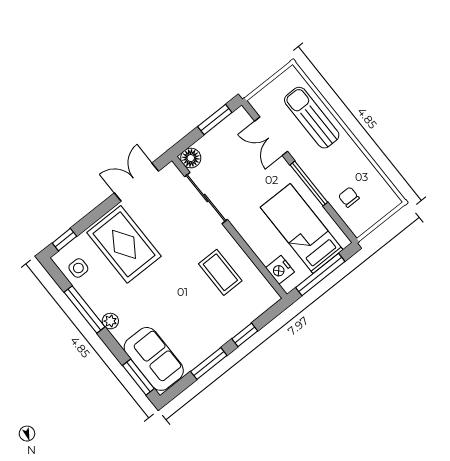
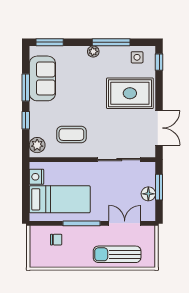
sun lounger: (312, 118) -> (117, 254), turned 180
window: (215, 120) -> (159, 187), moved
floor lamp: (191, 158) -> (148, 194), moved
nightstand: (280, 270) -> (36, 177), moved, turned -90
window: (320, 275) -> (26, 189), removed
plant: (262, 301) -> (37, 145), added
sofa: (154, 359) -> (42, 78), moved, turned -90

